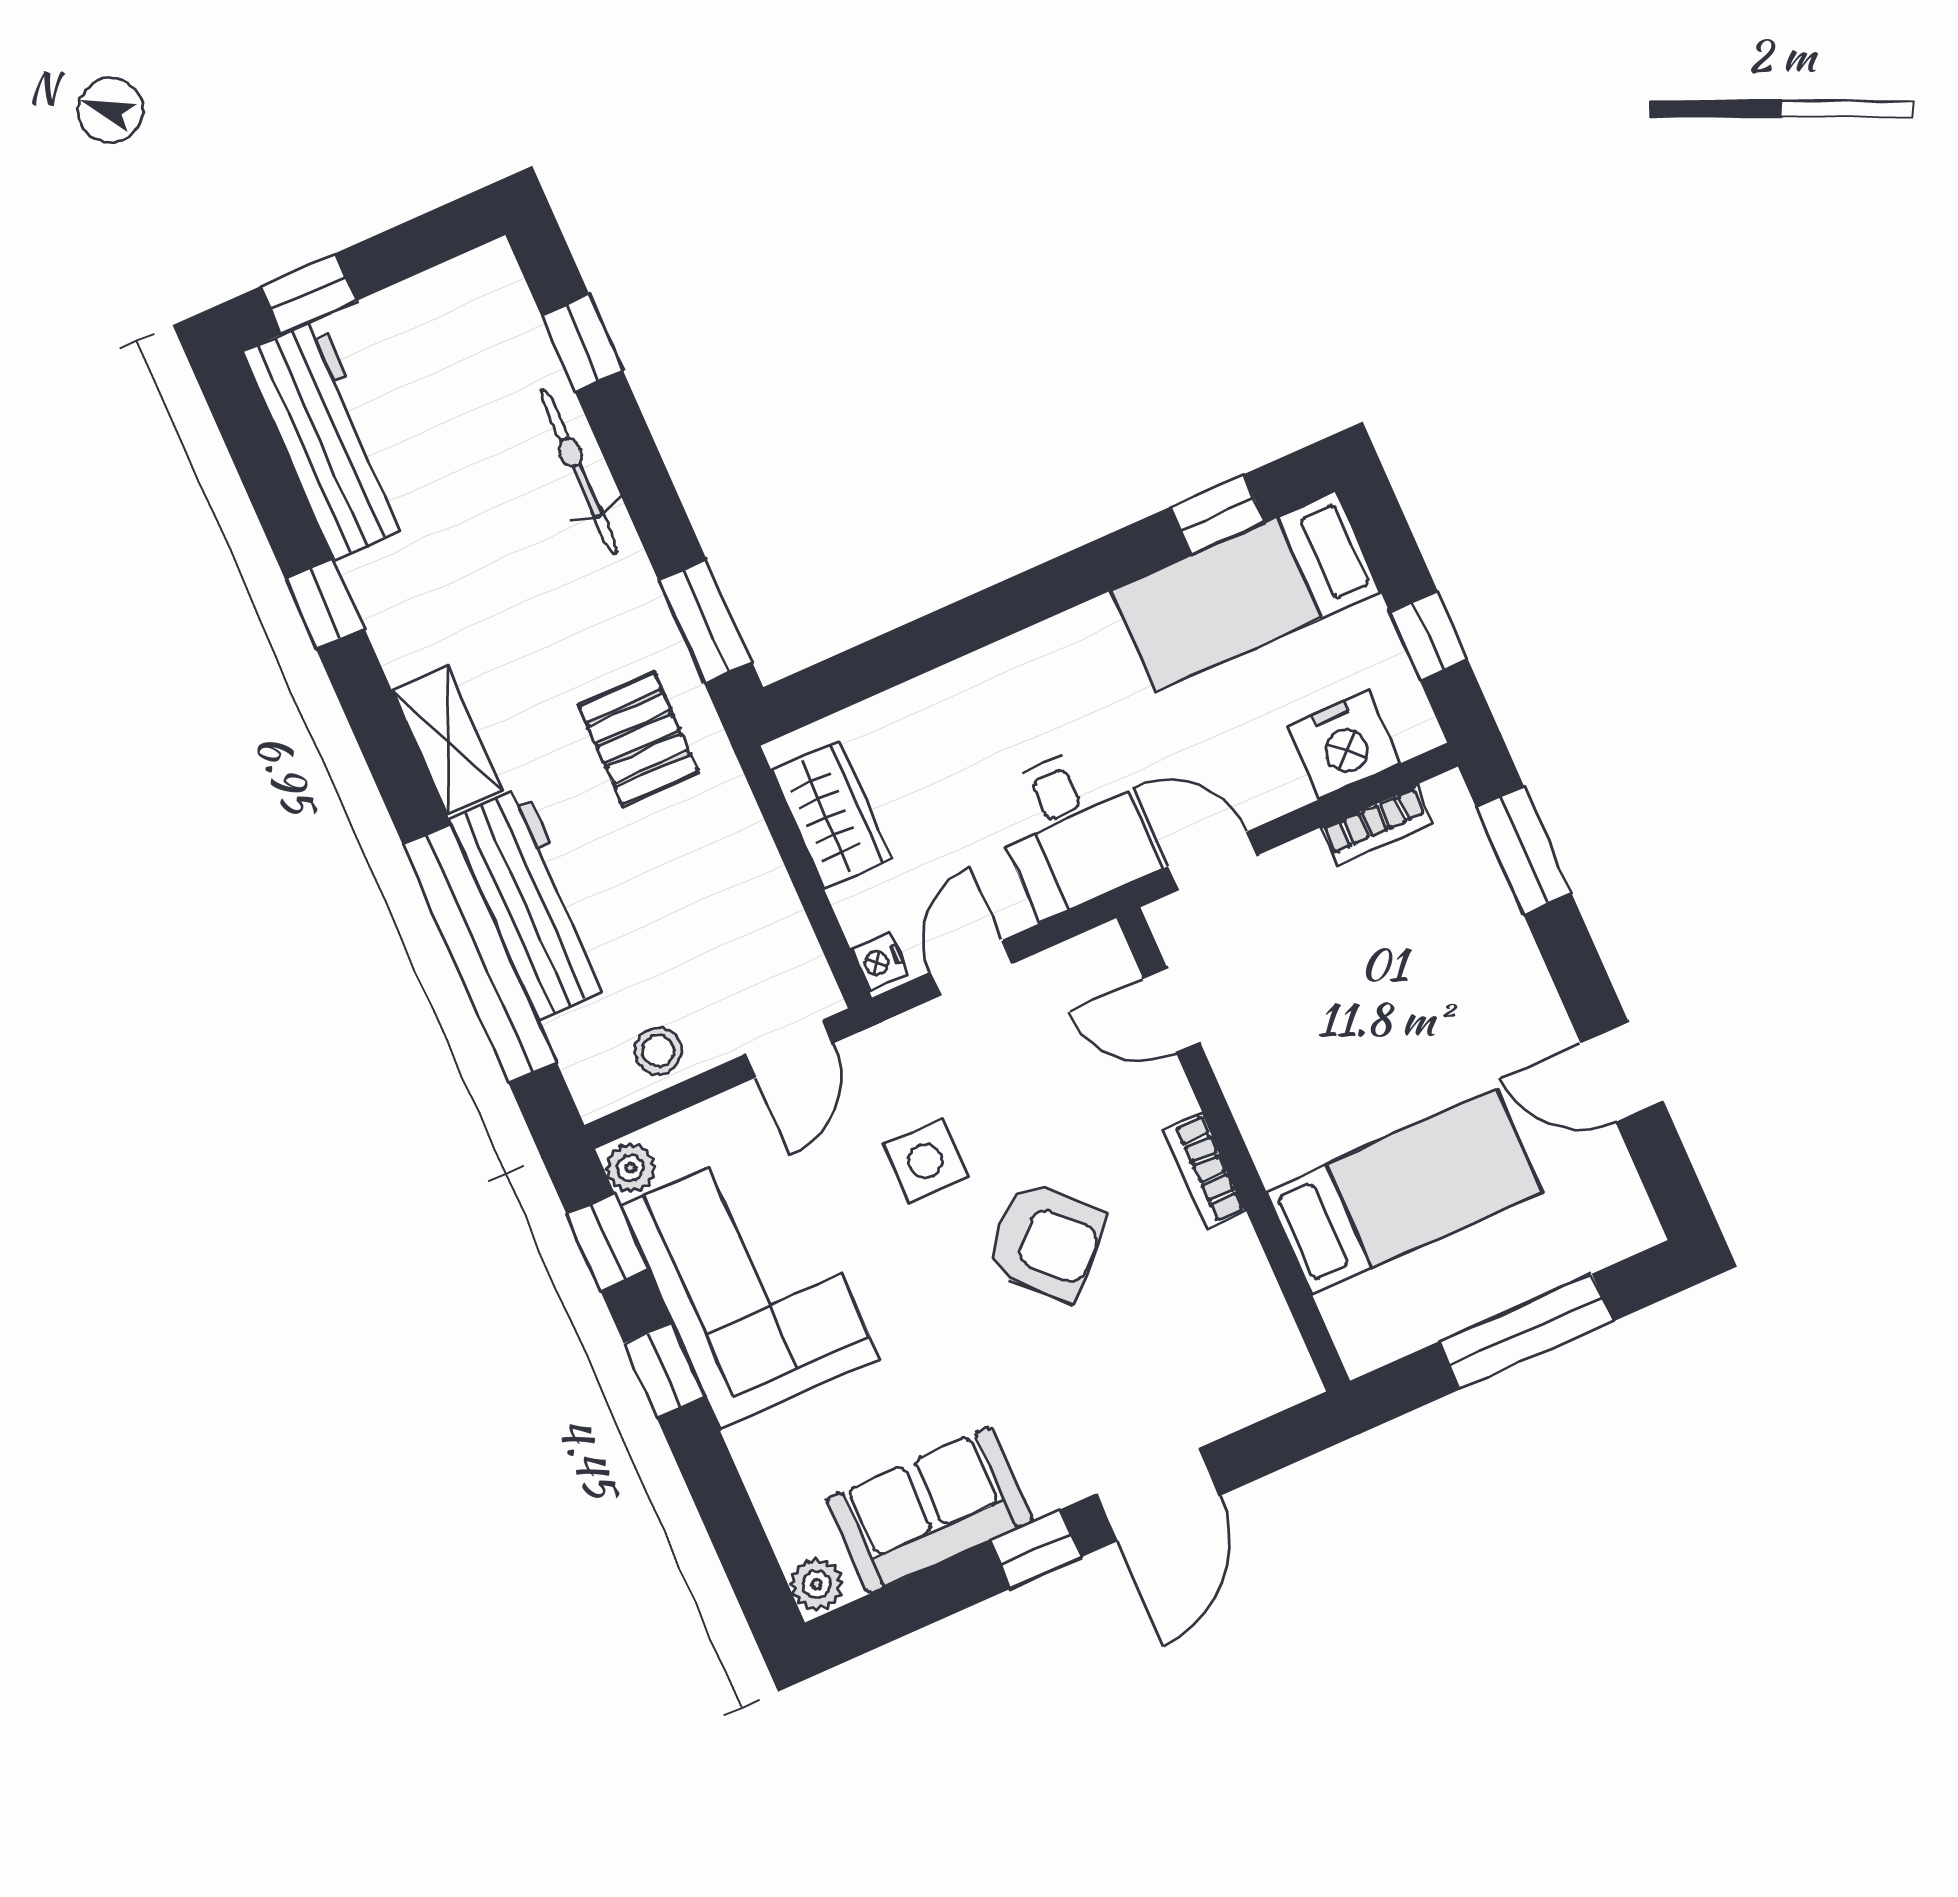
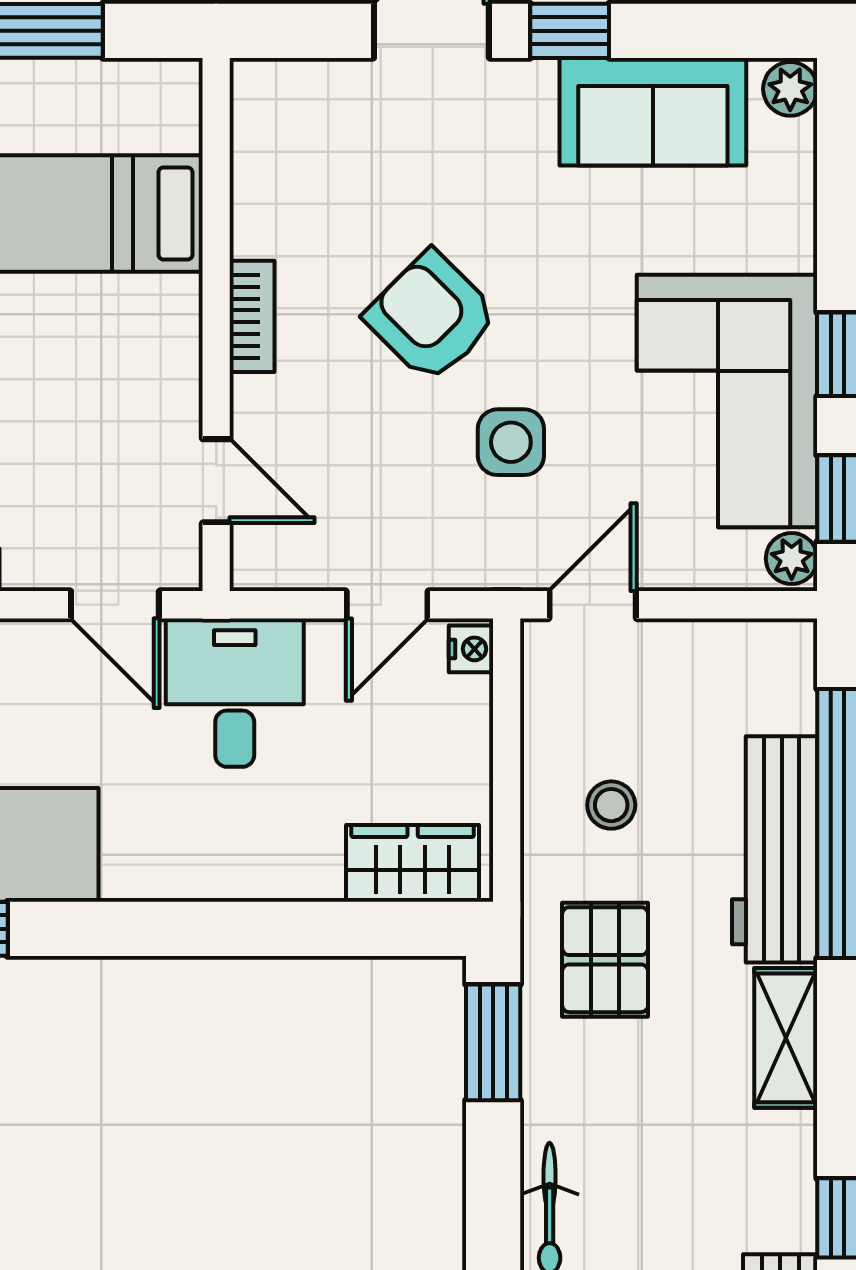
wardrobe: (832, 815) -> (413, 863), moved, turned 90
stool: (658, 1051) -> (611, 805), moved

